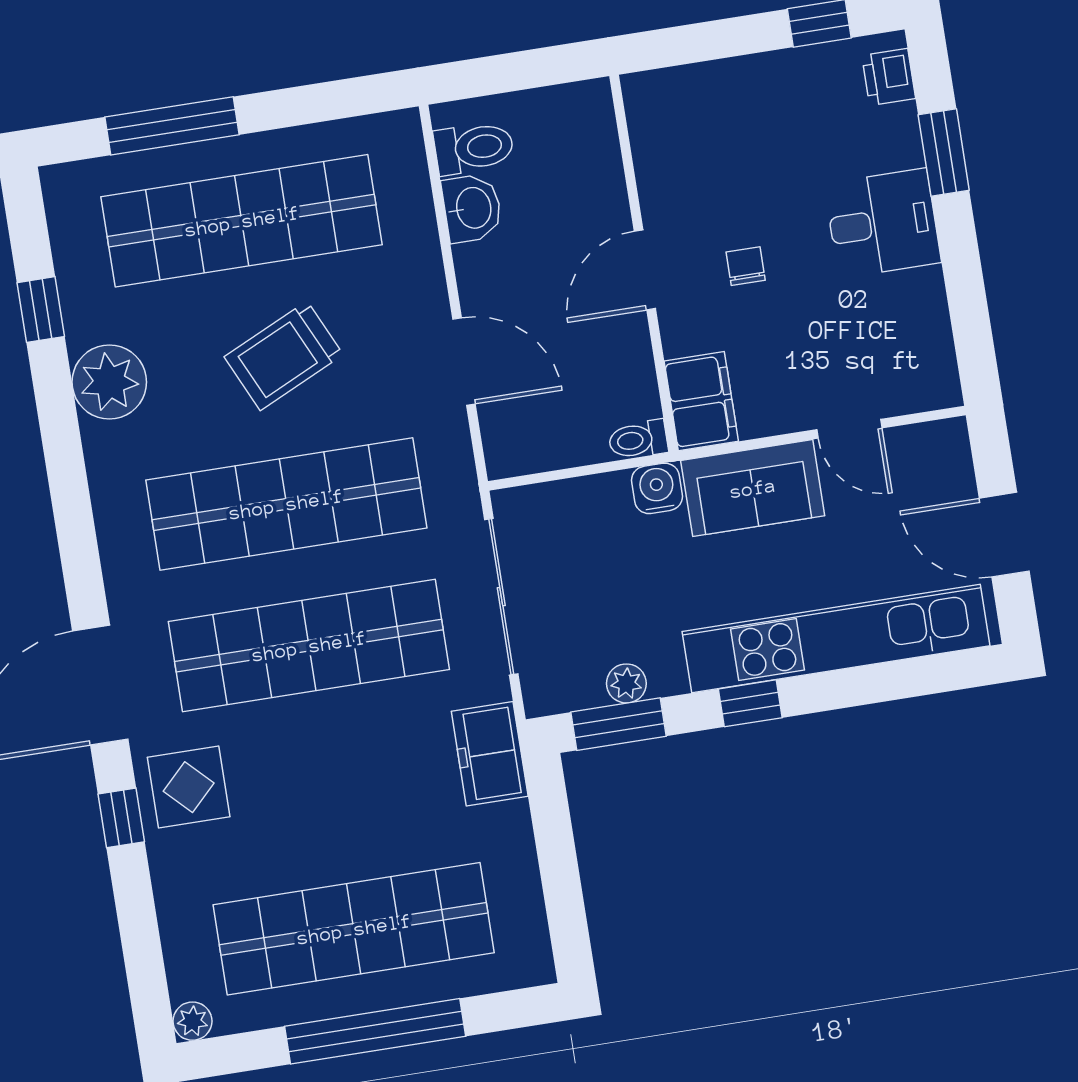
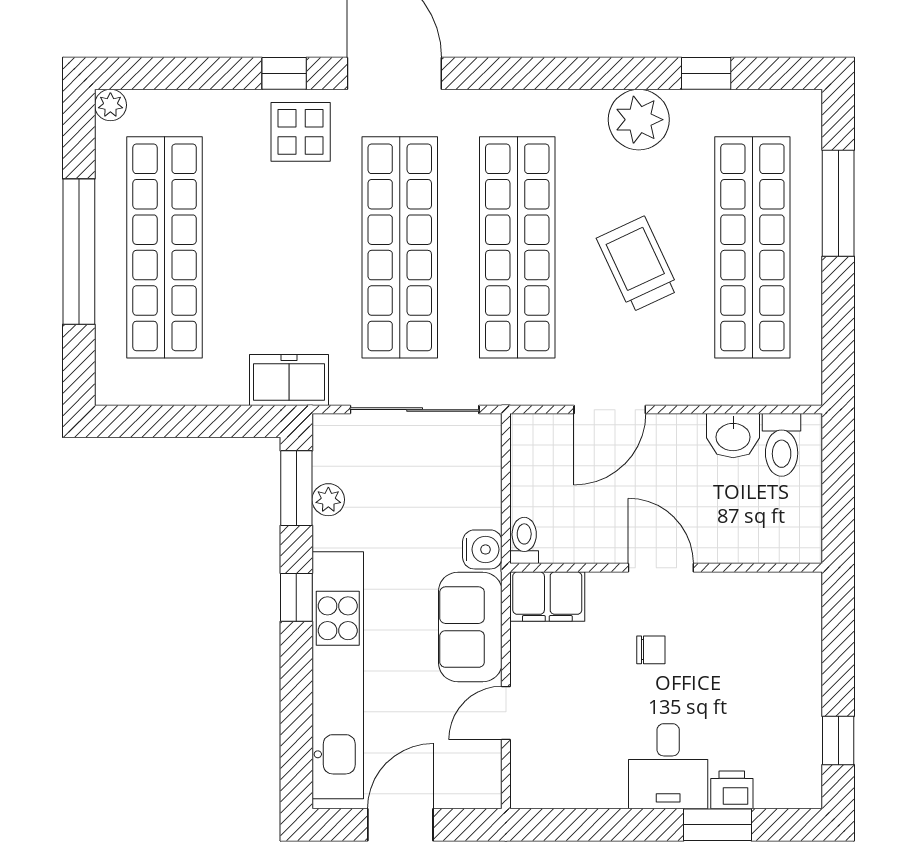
printer: (889, 77) -> (732, 790), moved

